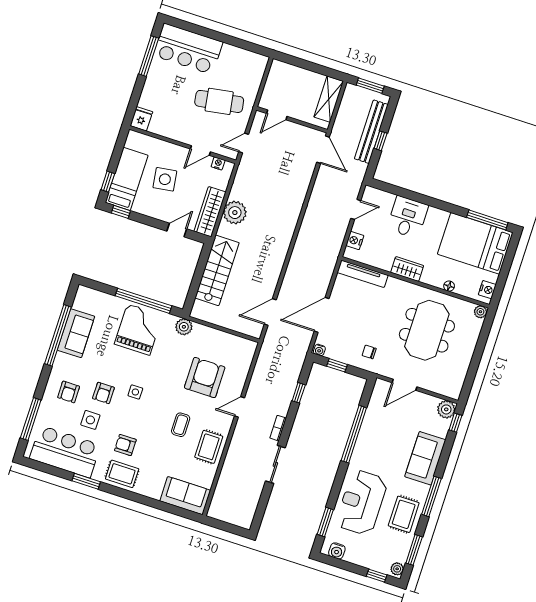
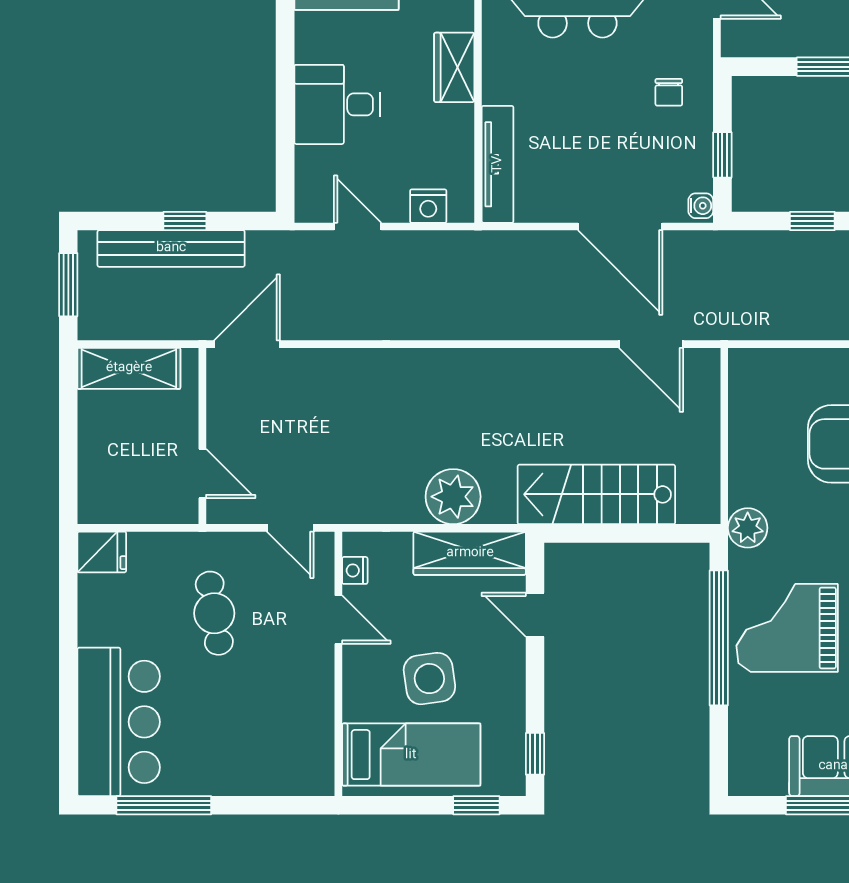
cafe table: (219, 101) -> (214, 613), width x0.73, depth x0.74
fridge: (141, 119) -> (102, 552), moved, turned 180
bed: (127, 179) -> (411, 755), moved, turned 180

